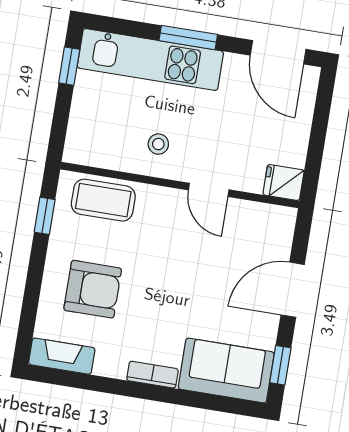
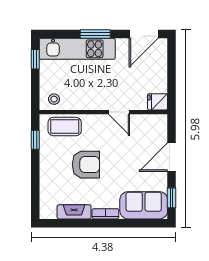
door: (278, 52) -> (144, 34), hinge flipped
stool: (158, 144) -> (54, 99), moved
armchair: (93, 289) -> (86, 165), moved
fireplace: (62, 356) -> (74, 212), moved

